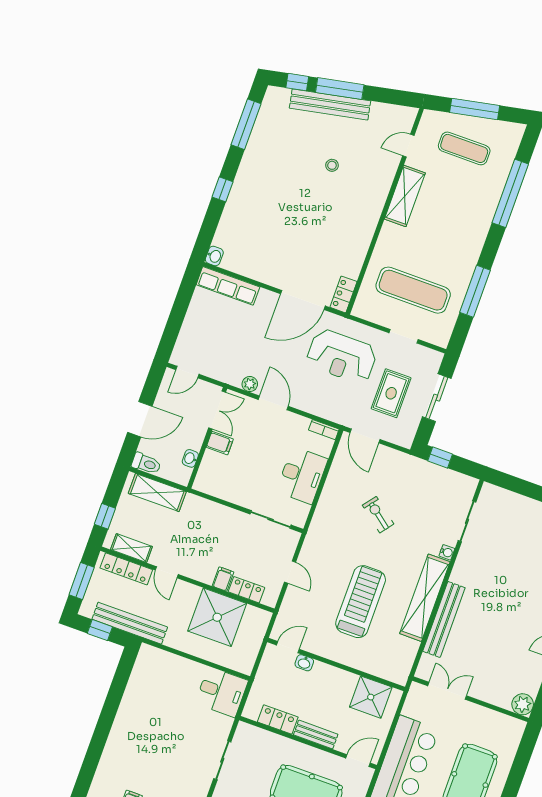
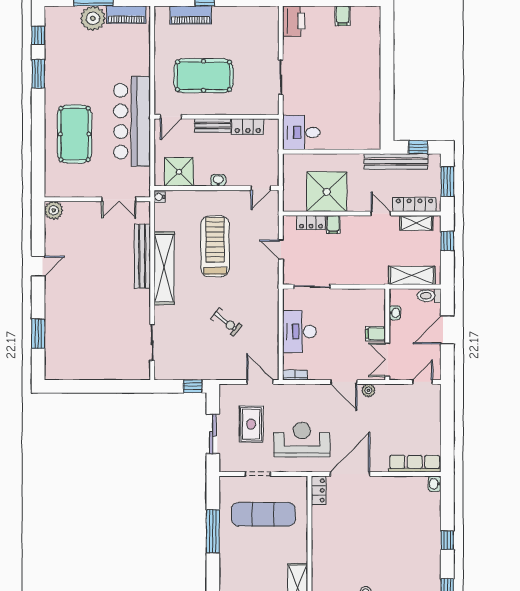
water cooler: (447, 552) -> (159, 197), moved
treadmill: (361, 602) -> (215, 246), turned 180
washbasin: (304, 663) -> (218, 180), moved

